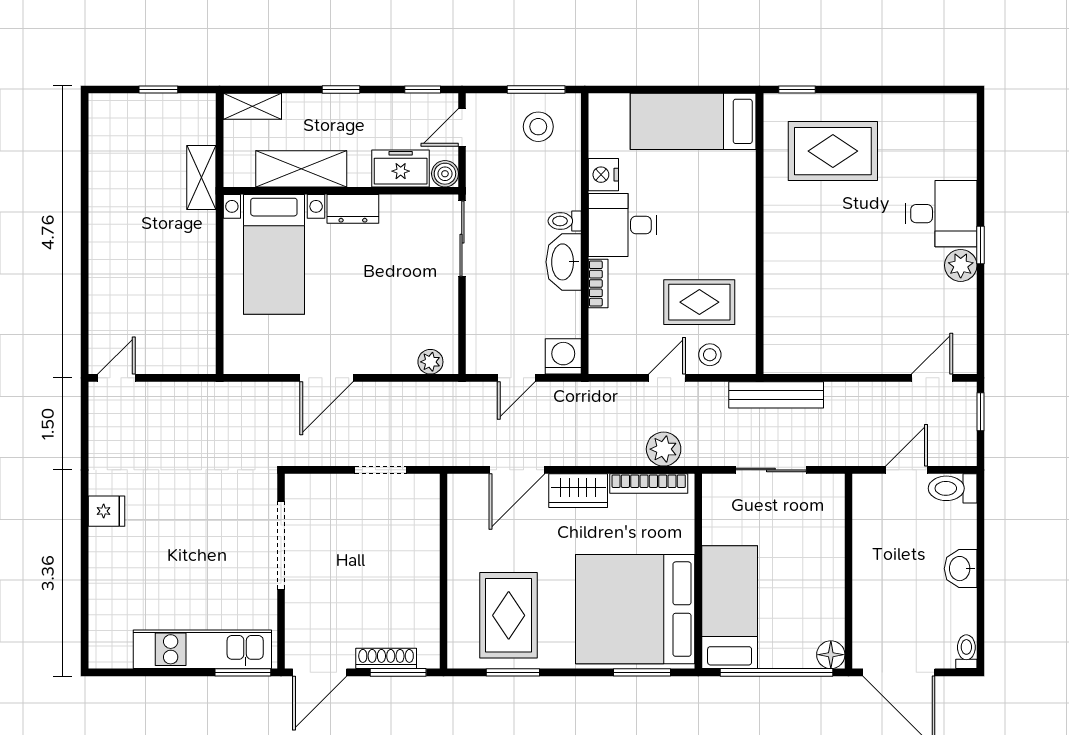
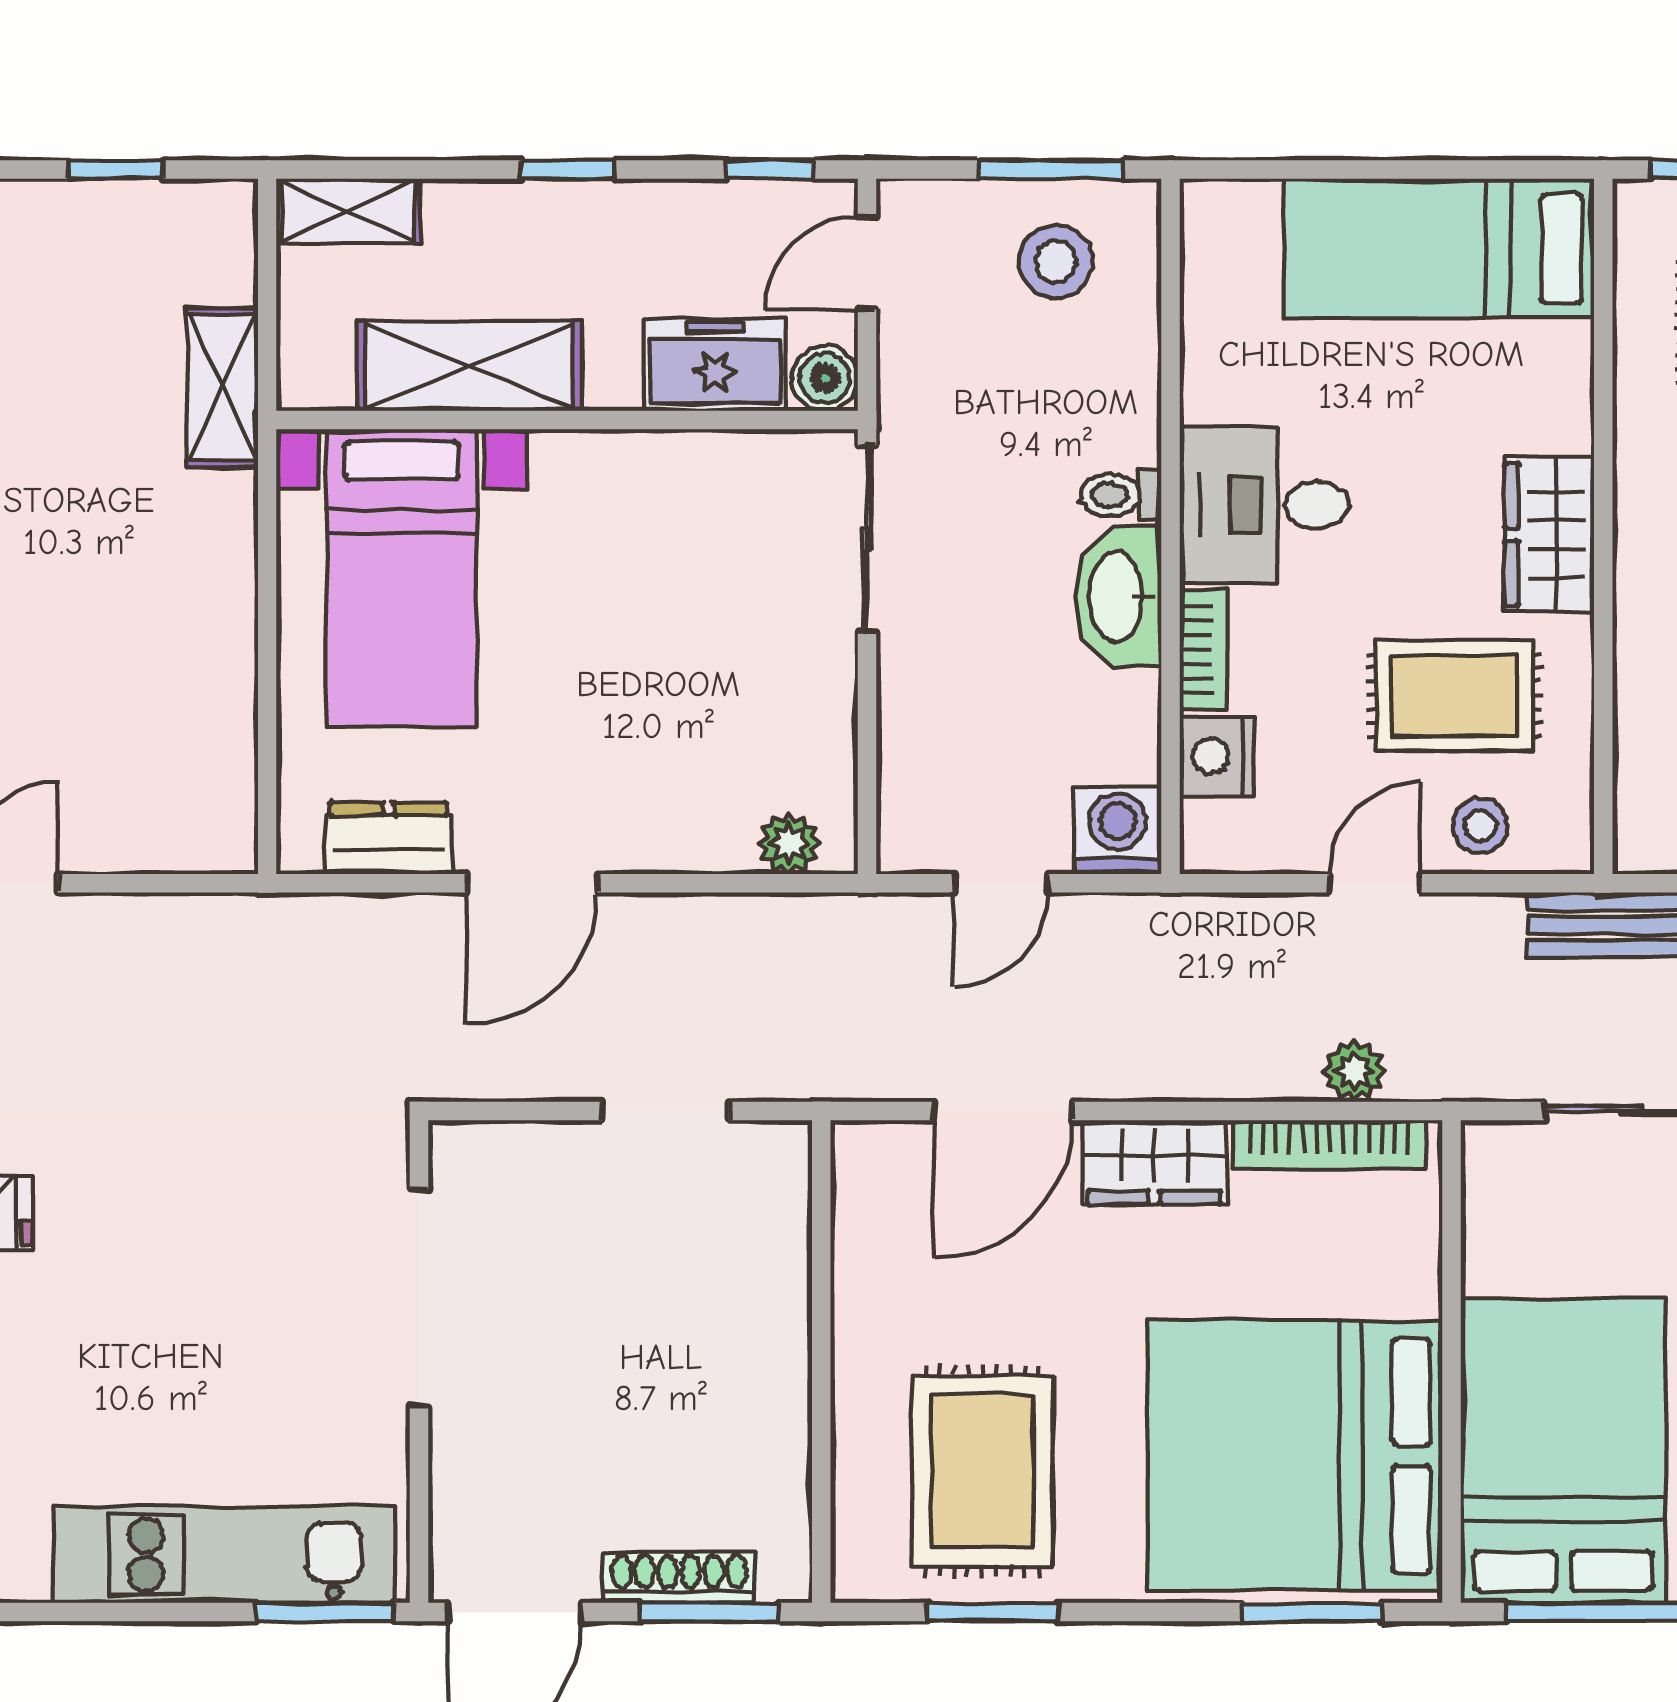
nightstand: (603, 175) -> (1217, 756), moved
dresser: (353, 209) -> (388, 838), moved, turned 180
wardrobe: (738, 237) -> (1549, 535), added
plant: (664, 449) -> (1354, 1071), width x0.73, depth x0.73
bed: (730, 607) -> (1563, 1451), width x1.50

